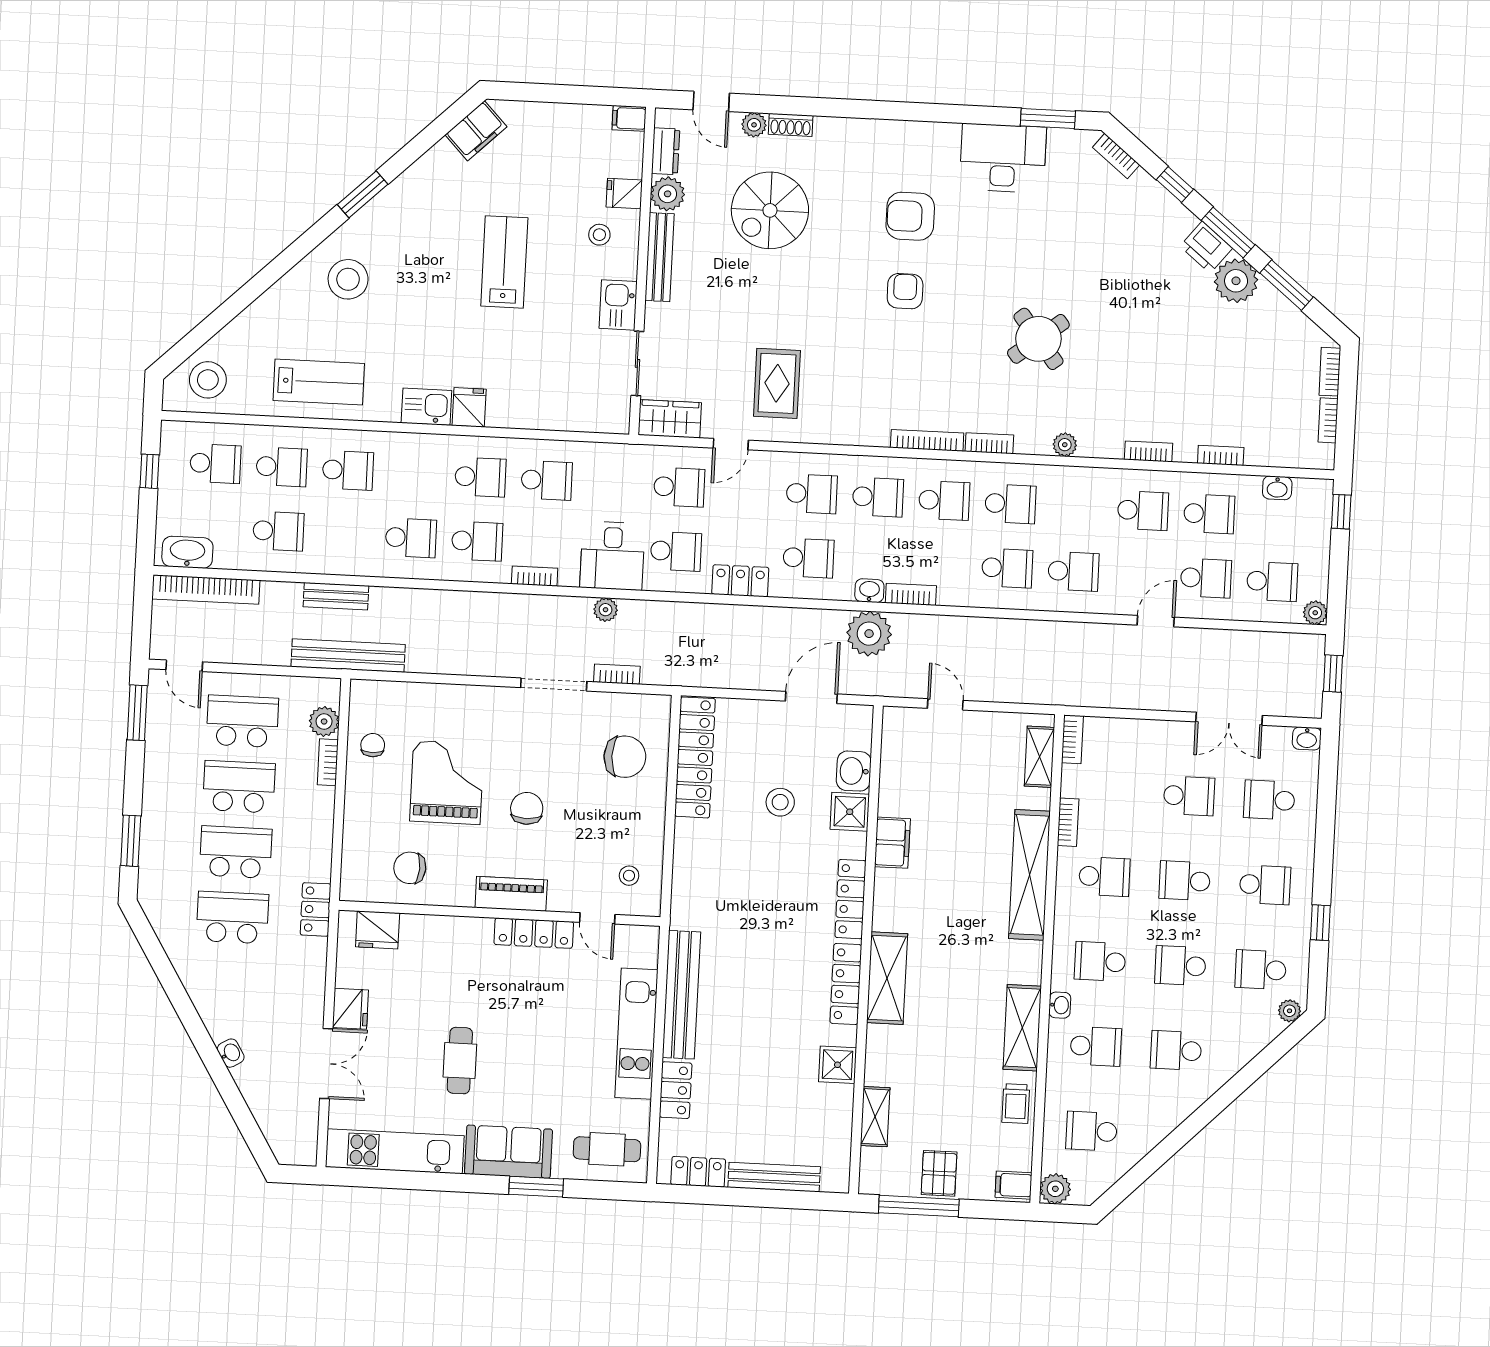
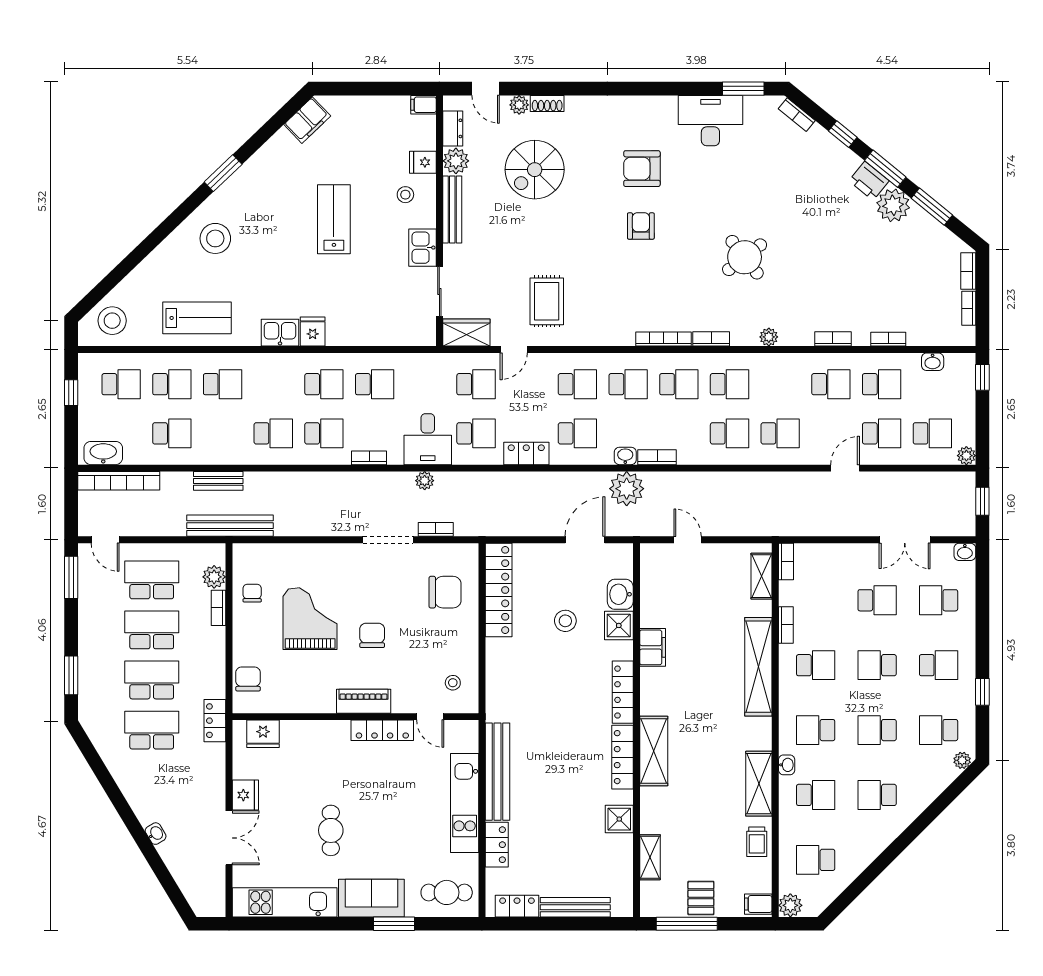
chair: (410, 868) -> (248, 679), moved, turned 87

